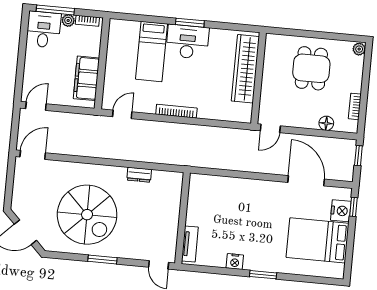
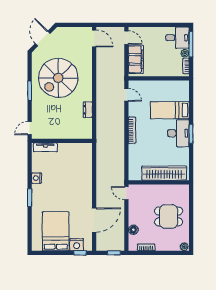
filing cabinet: (86, 78) -> (136, 59), moved, turned 90

